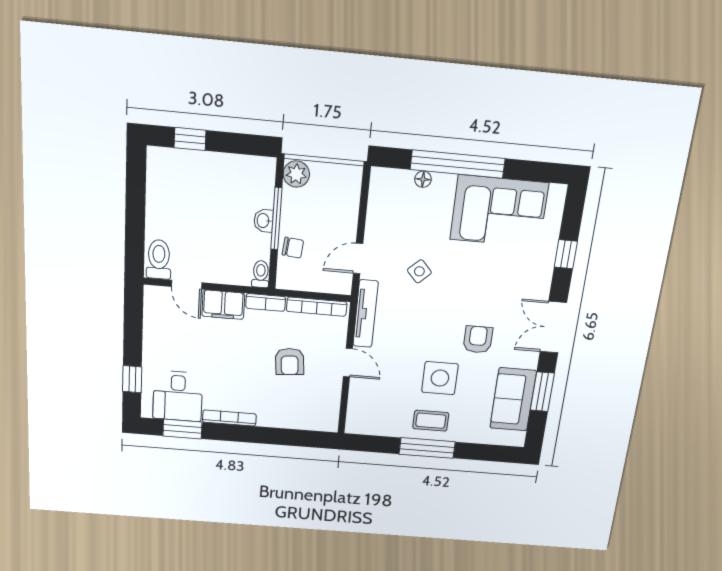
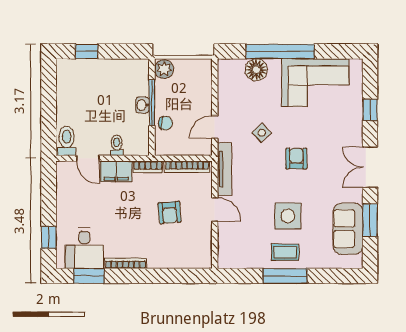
floor lamp: (423, 179) -> (256, 70), width x1.89, depth x1.89
toilet: (261, 274) -> (117, 145), moved
armchair: (478, 339) -> (296, 159), moved

